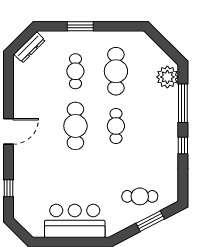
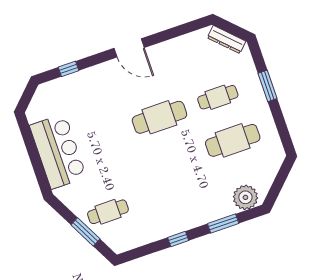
window: (183, 103) -> (223, 223), width x0.69
cafe table: (116, 126) -> (174, 160), removed
cafe table: (140, 196) -> (108, 212), turned 90

